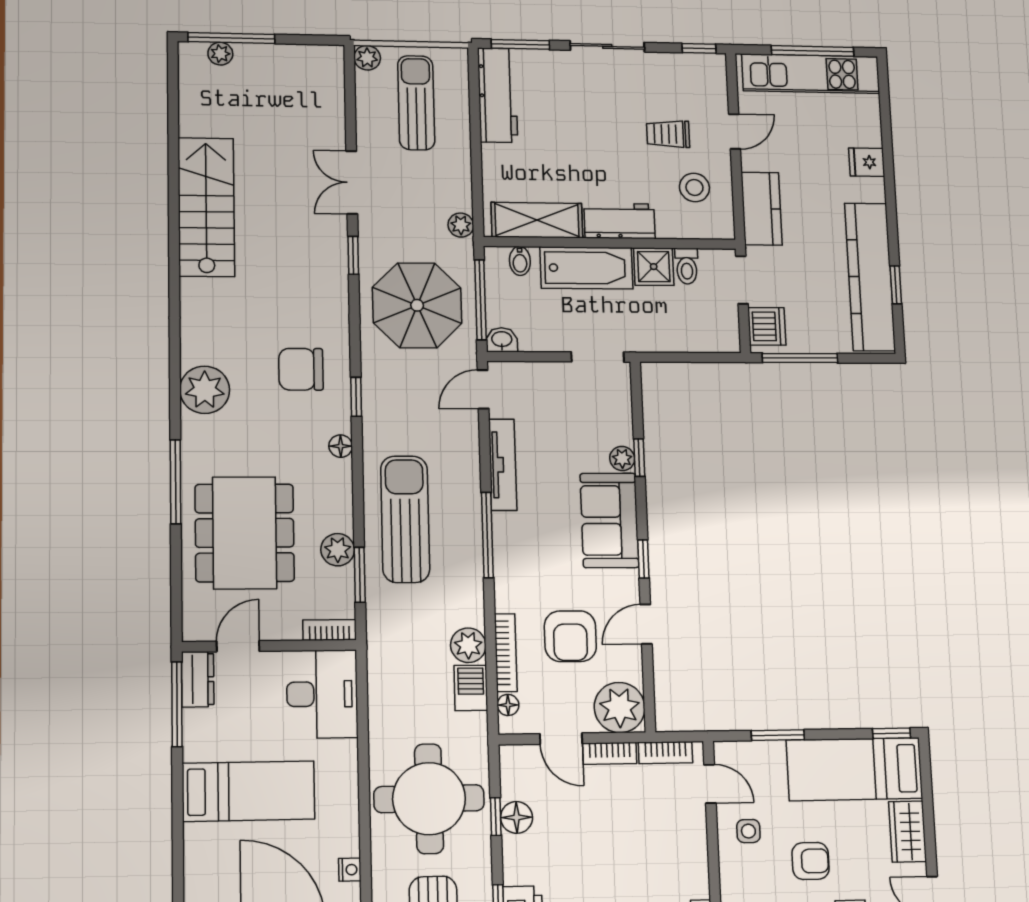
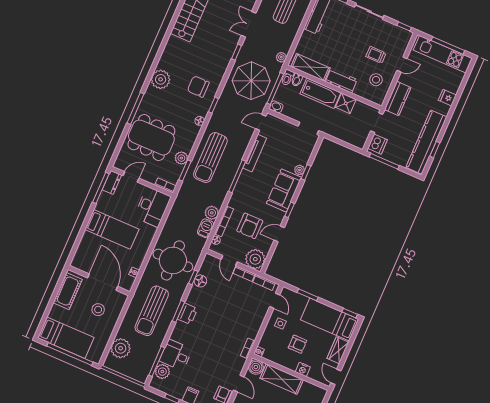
toilet: (687, 266) -> (287, 78), moved
sun lounger: (405, 519) -> (210, 158), turned 180
dining table: (245, 533) -> (151, 138), turned 90

